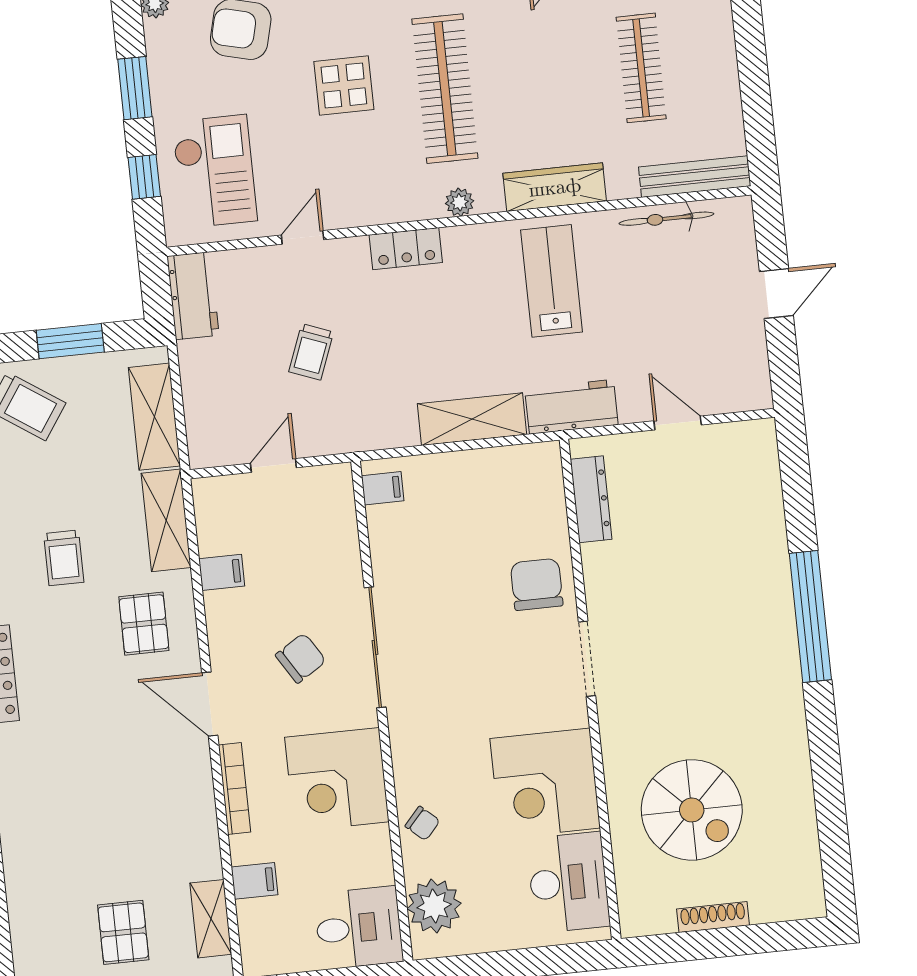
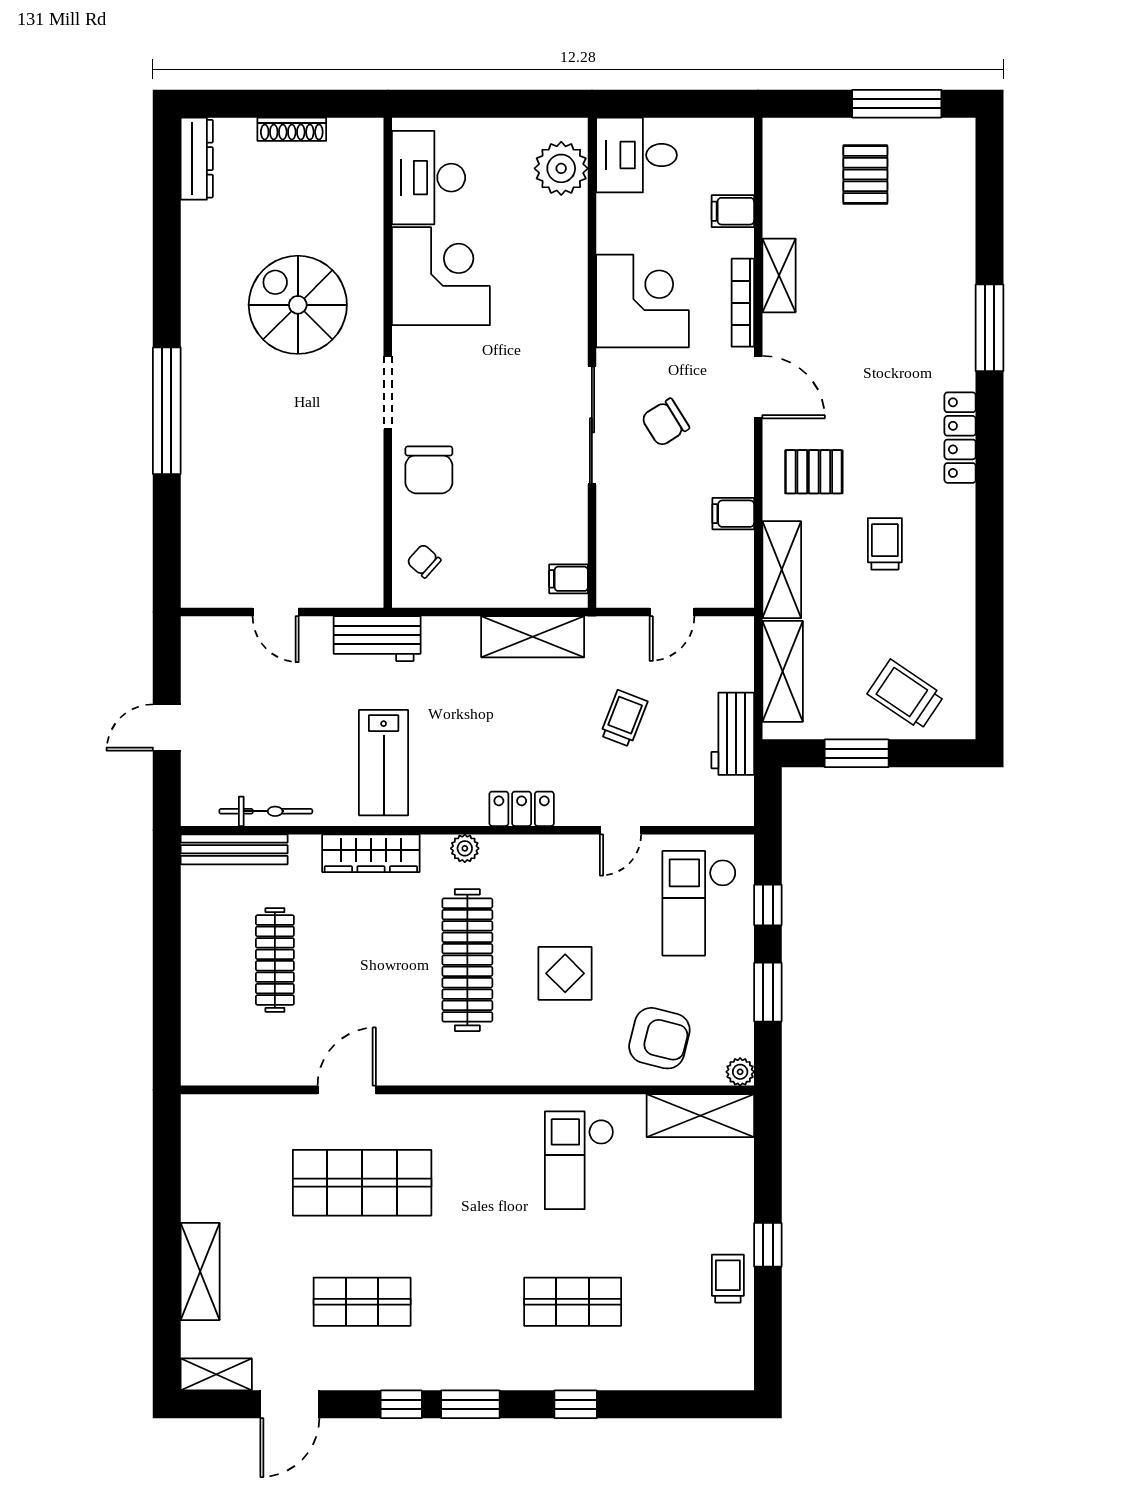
workbench: (193, 296) -> (733, 734), moved
shelving: (472, 419) -> (533, 637), moved
dresser: (591, 499) -> (197, 159), moved, turned 180
pallet: (144, 624) -> (814, 472), turned 90
spiral stairs: (692, 810) -> (298, 305), moved
chair: (422, 823) -> (424, 561), moved
shelving: (211, 919) -> (779, 275), moved

